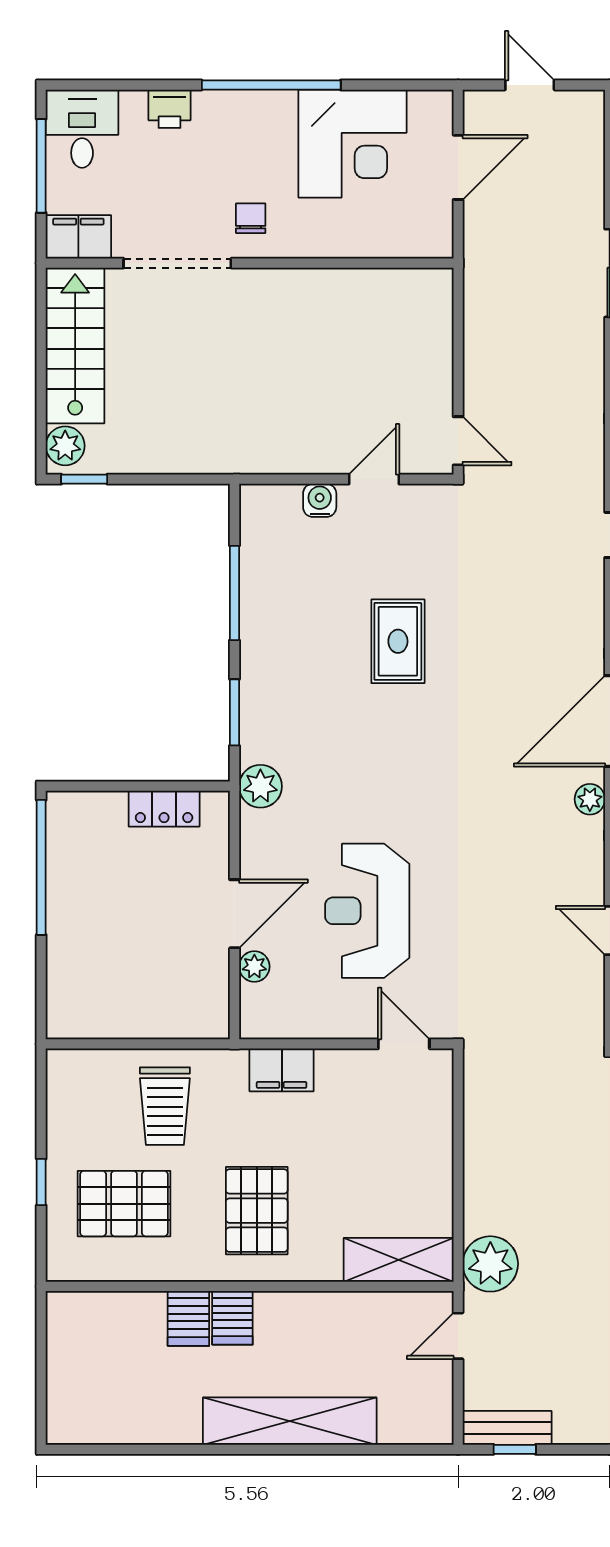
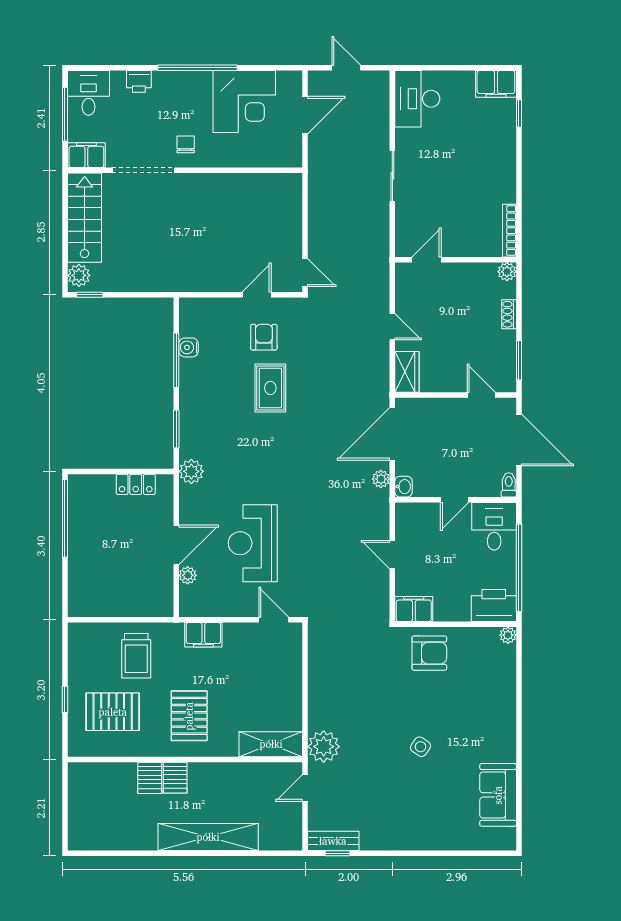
water cooler: (320, 500) -> (188, 347), moved, turned -90
armchair: (387, 553) -> (264, 337), added

